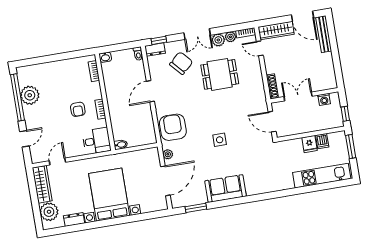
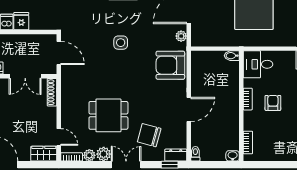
wardrobe: (276, 31) -> (44, 154), width x0.67
chair: (181, 63) -> (149, 135), turned 57
armchair: (173, 127) -> (170, 65), turned 90

